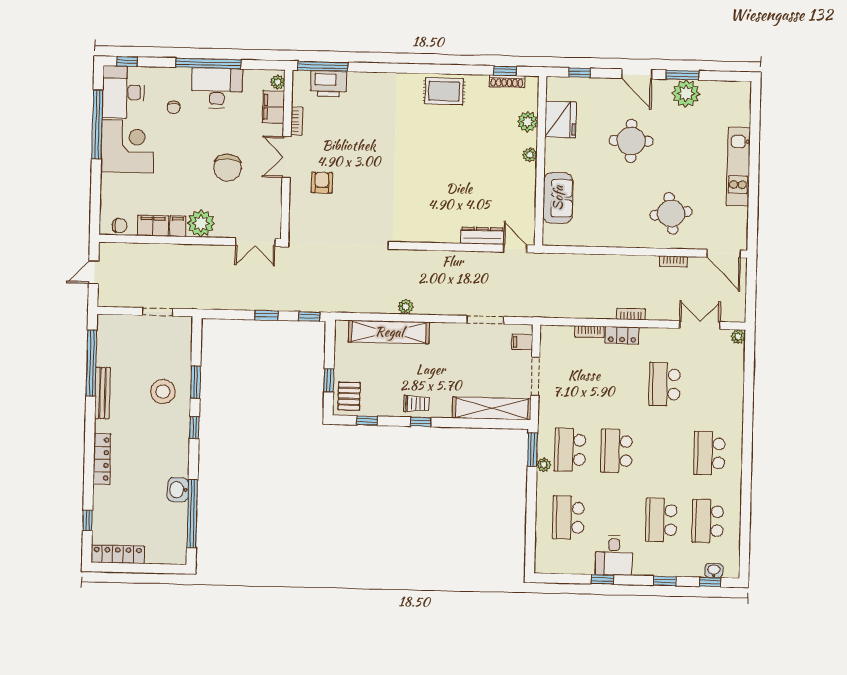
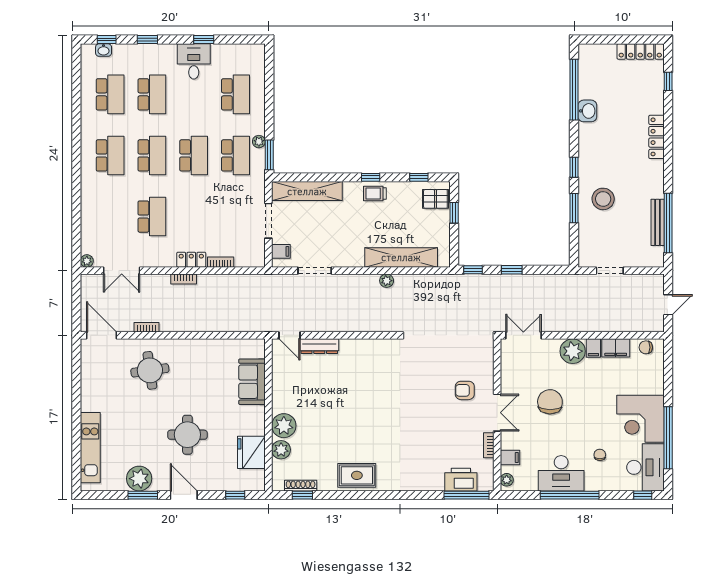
filing cabinet: (273, 107) -> (510, 457), width x0.50
plant: (530, 155) -> (284, 426), width x1.88, depth x1.88
kitchen unit: (738, 167) -> (90, 448), moved
armchair: (322, 183) -> (465, 390), turned 90
bench: (102, 393) -> (658, 222), moved
pallet: (349, 396) -> (435, 199), turned 90
school desk: (663, 452) -> (152, 155), added

